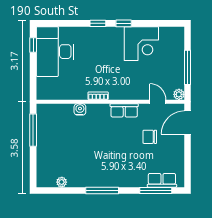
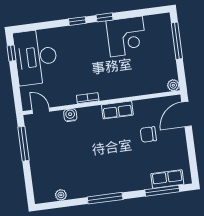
window: (187, 67) -> (177, 41), moved
door: (158, 102) -> (41, 111), moved

